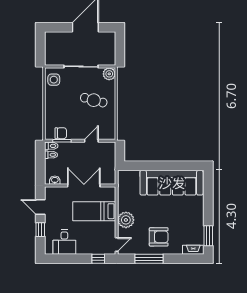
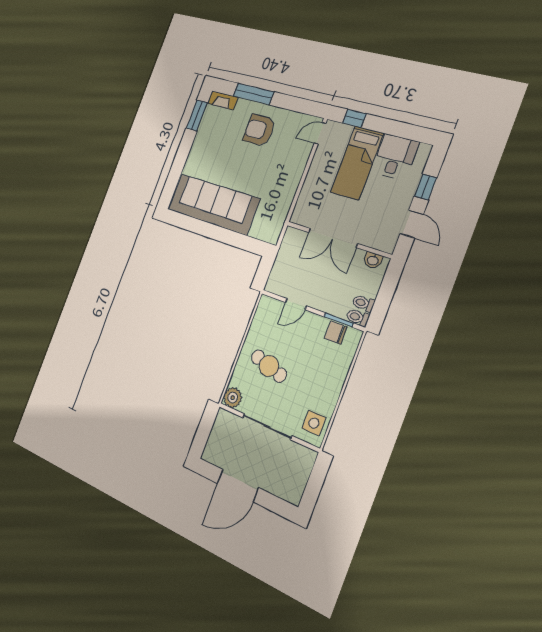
bed: (94, 211) -> (357, 163), moved, turned 90
plant: (126, 220) -> (293, 167), removed
window: (149, 259) -> (253, 94), moved

